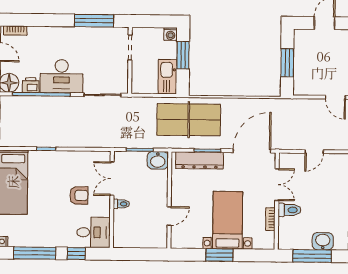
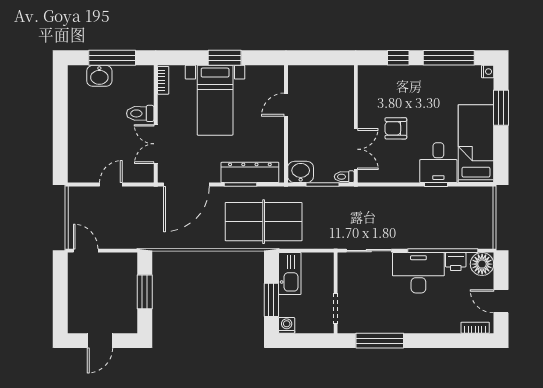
toilet: (121, 204) -> (344, 177), moved
bookcase: (270, 219) -> (163, 80), moved
desk: (93, 232) -> (438, 163), moved, turned -90

